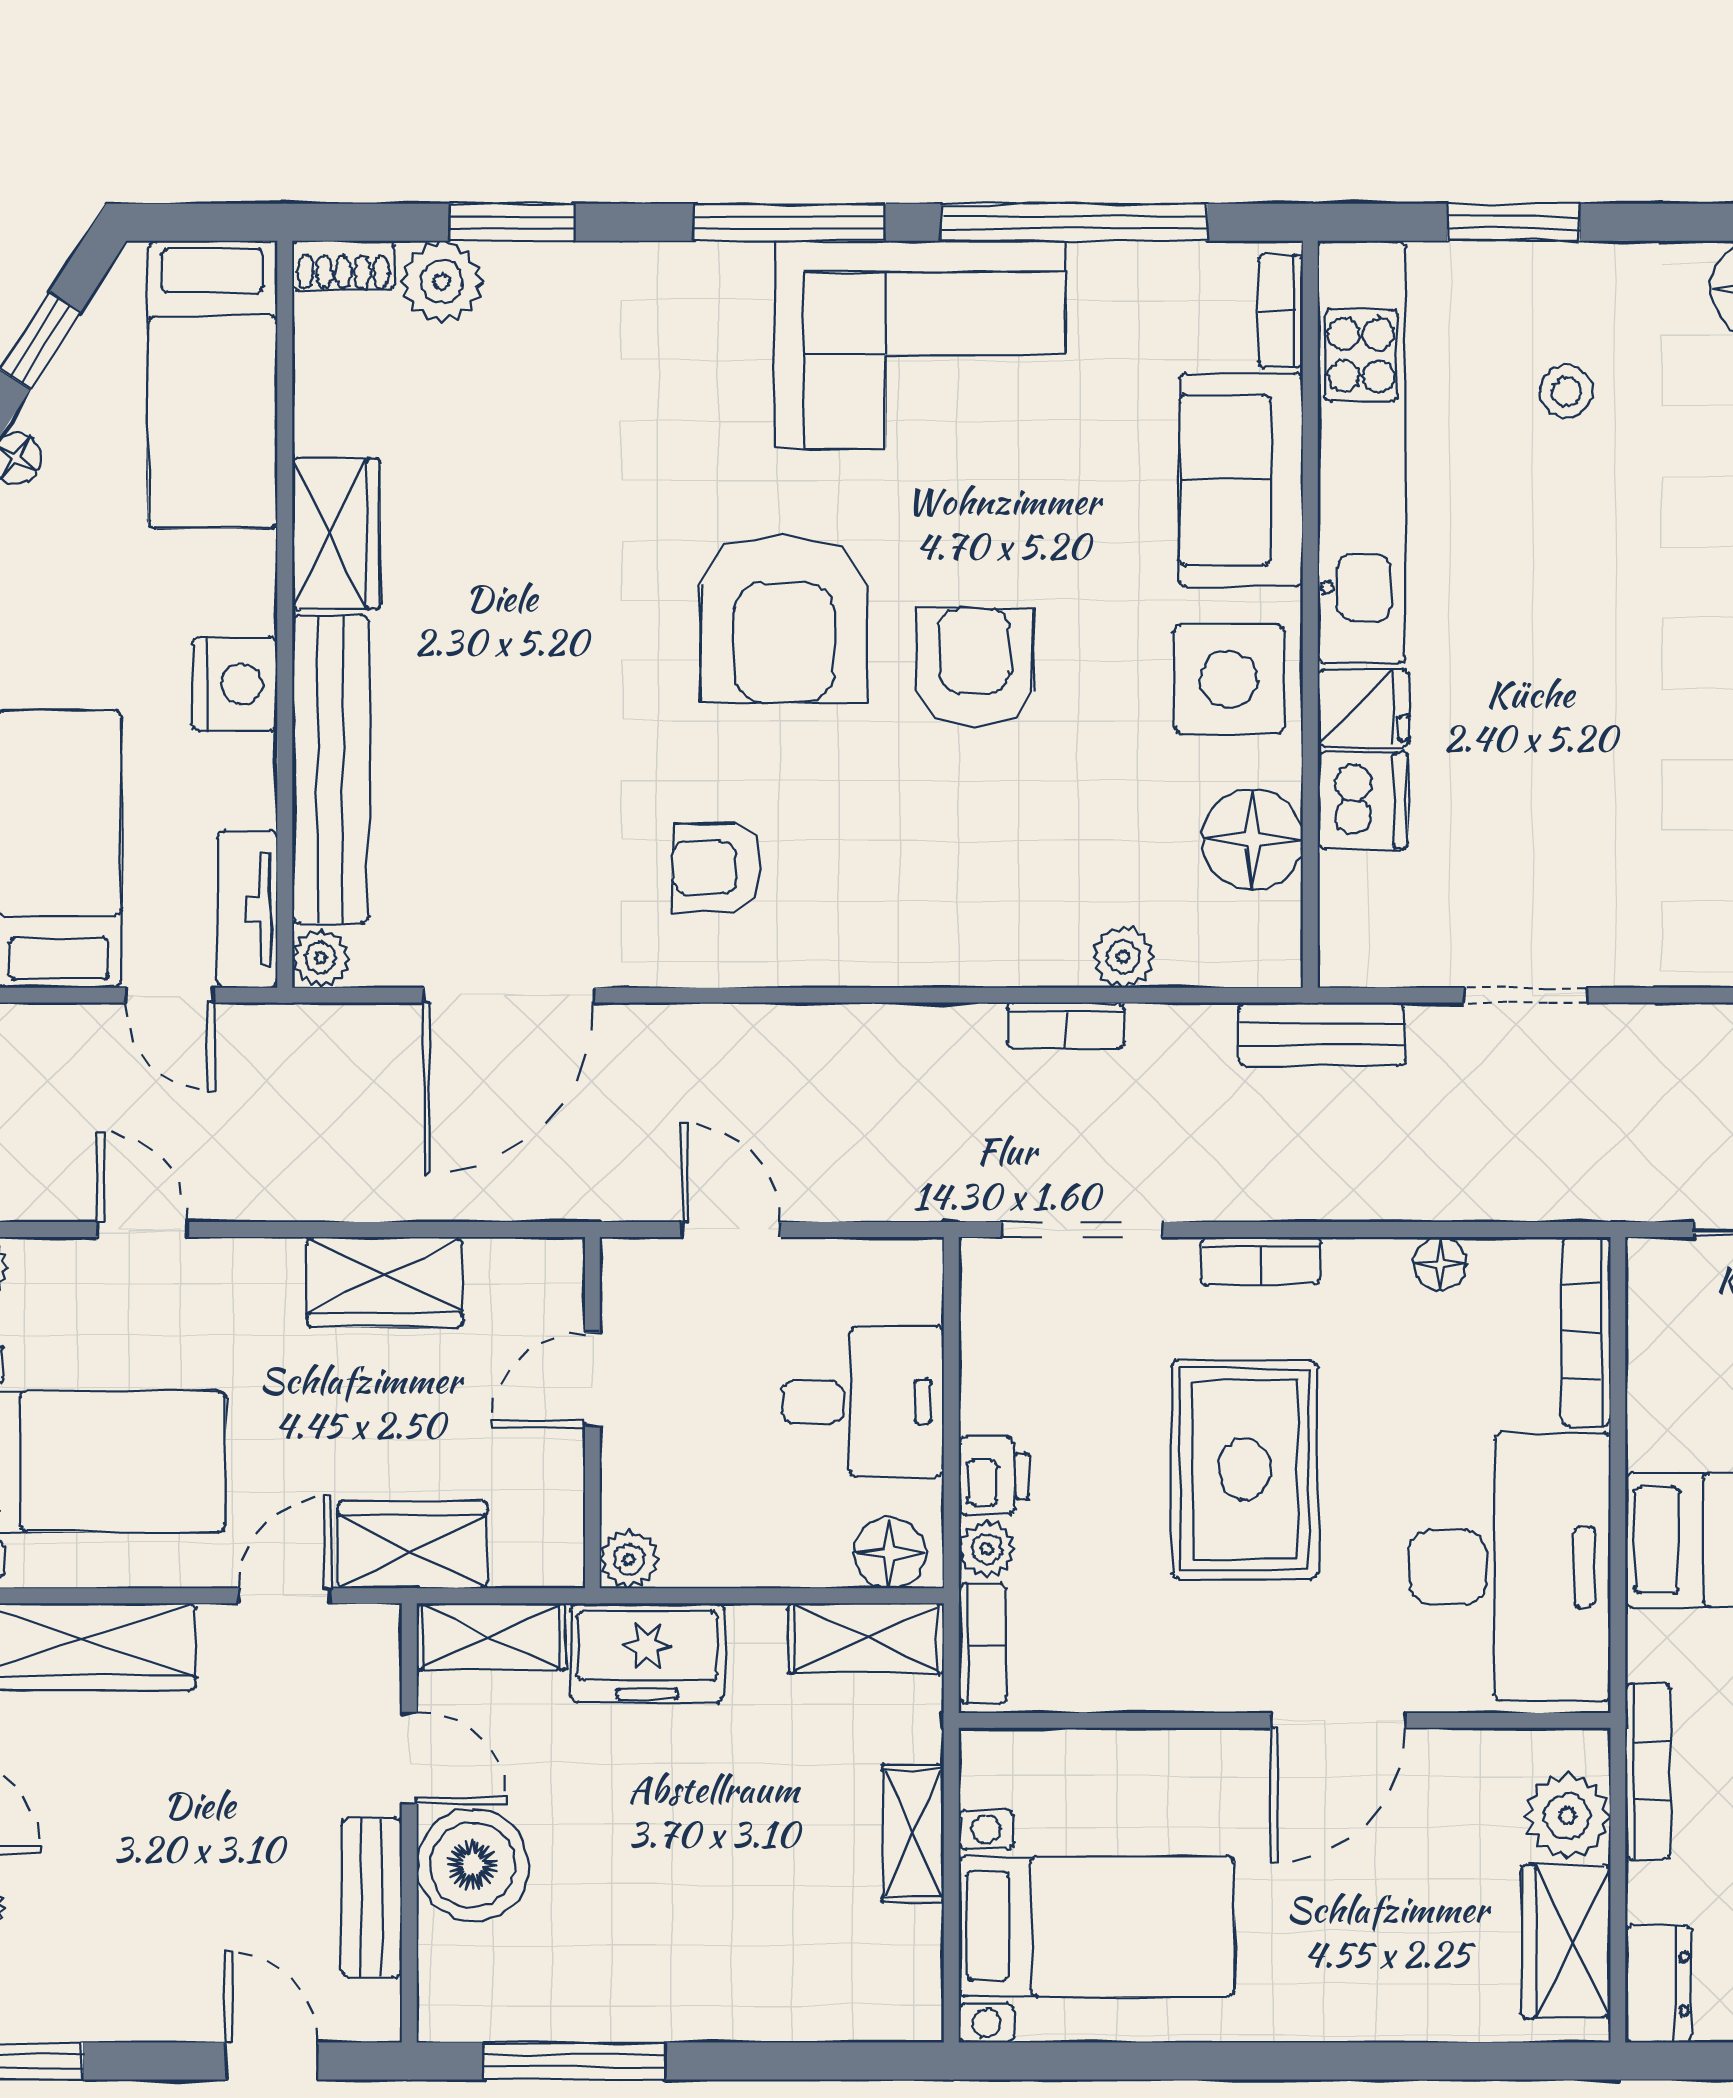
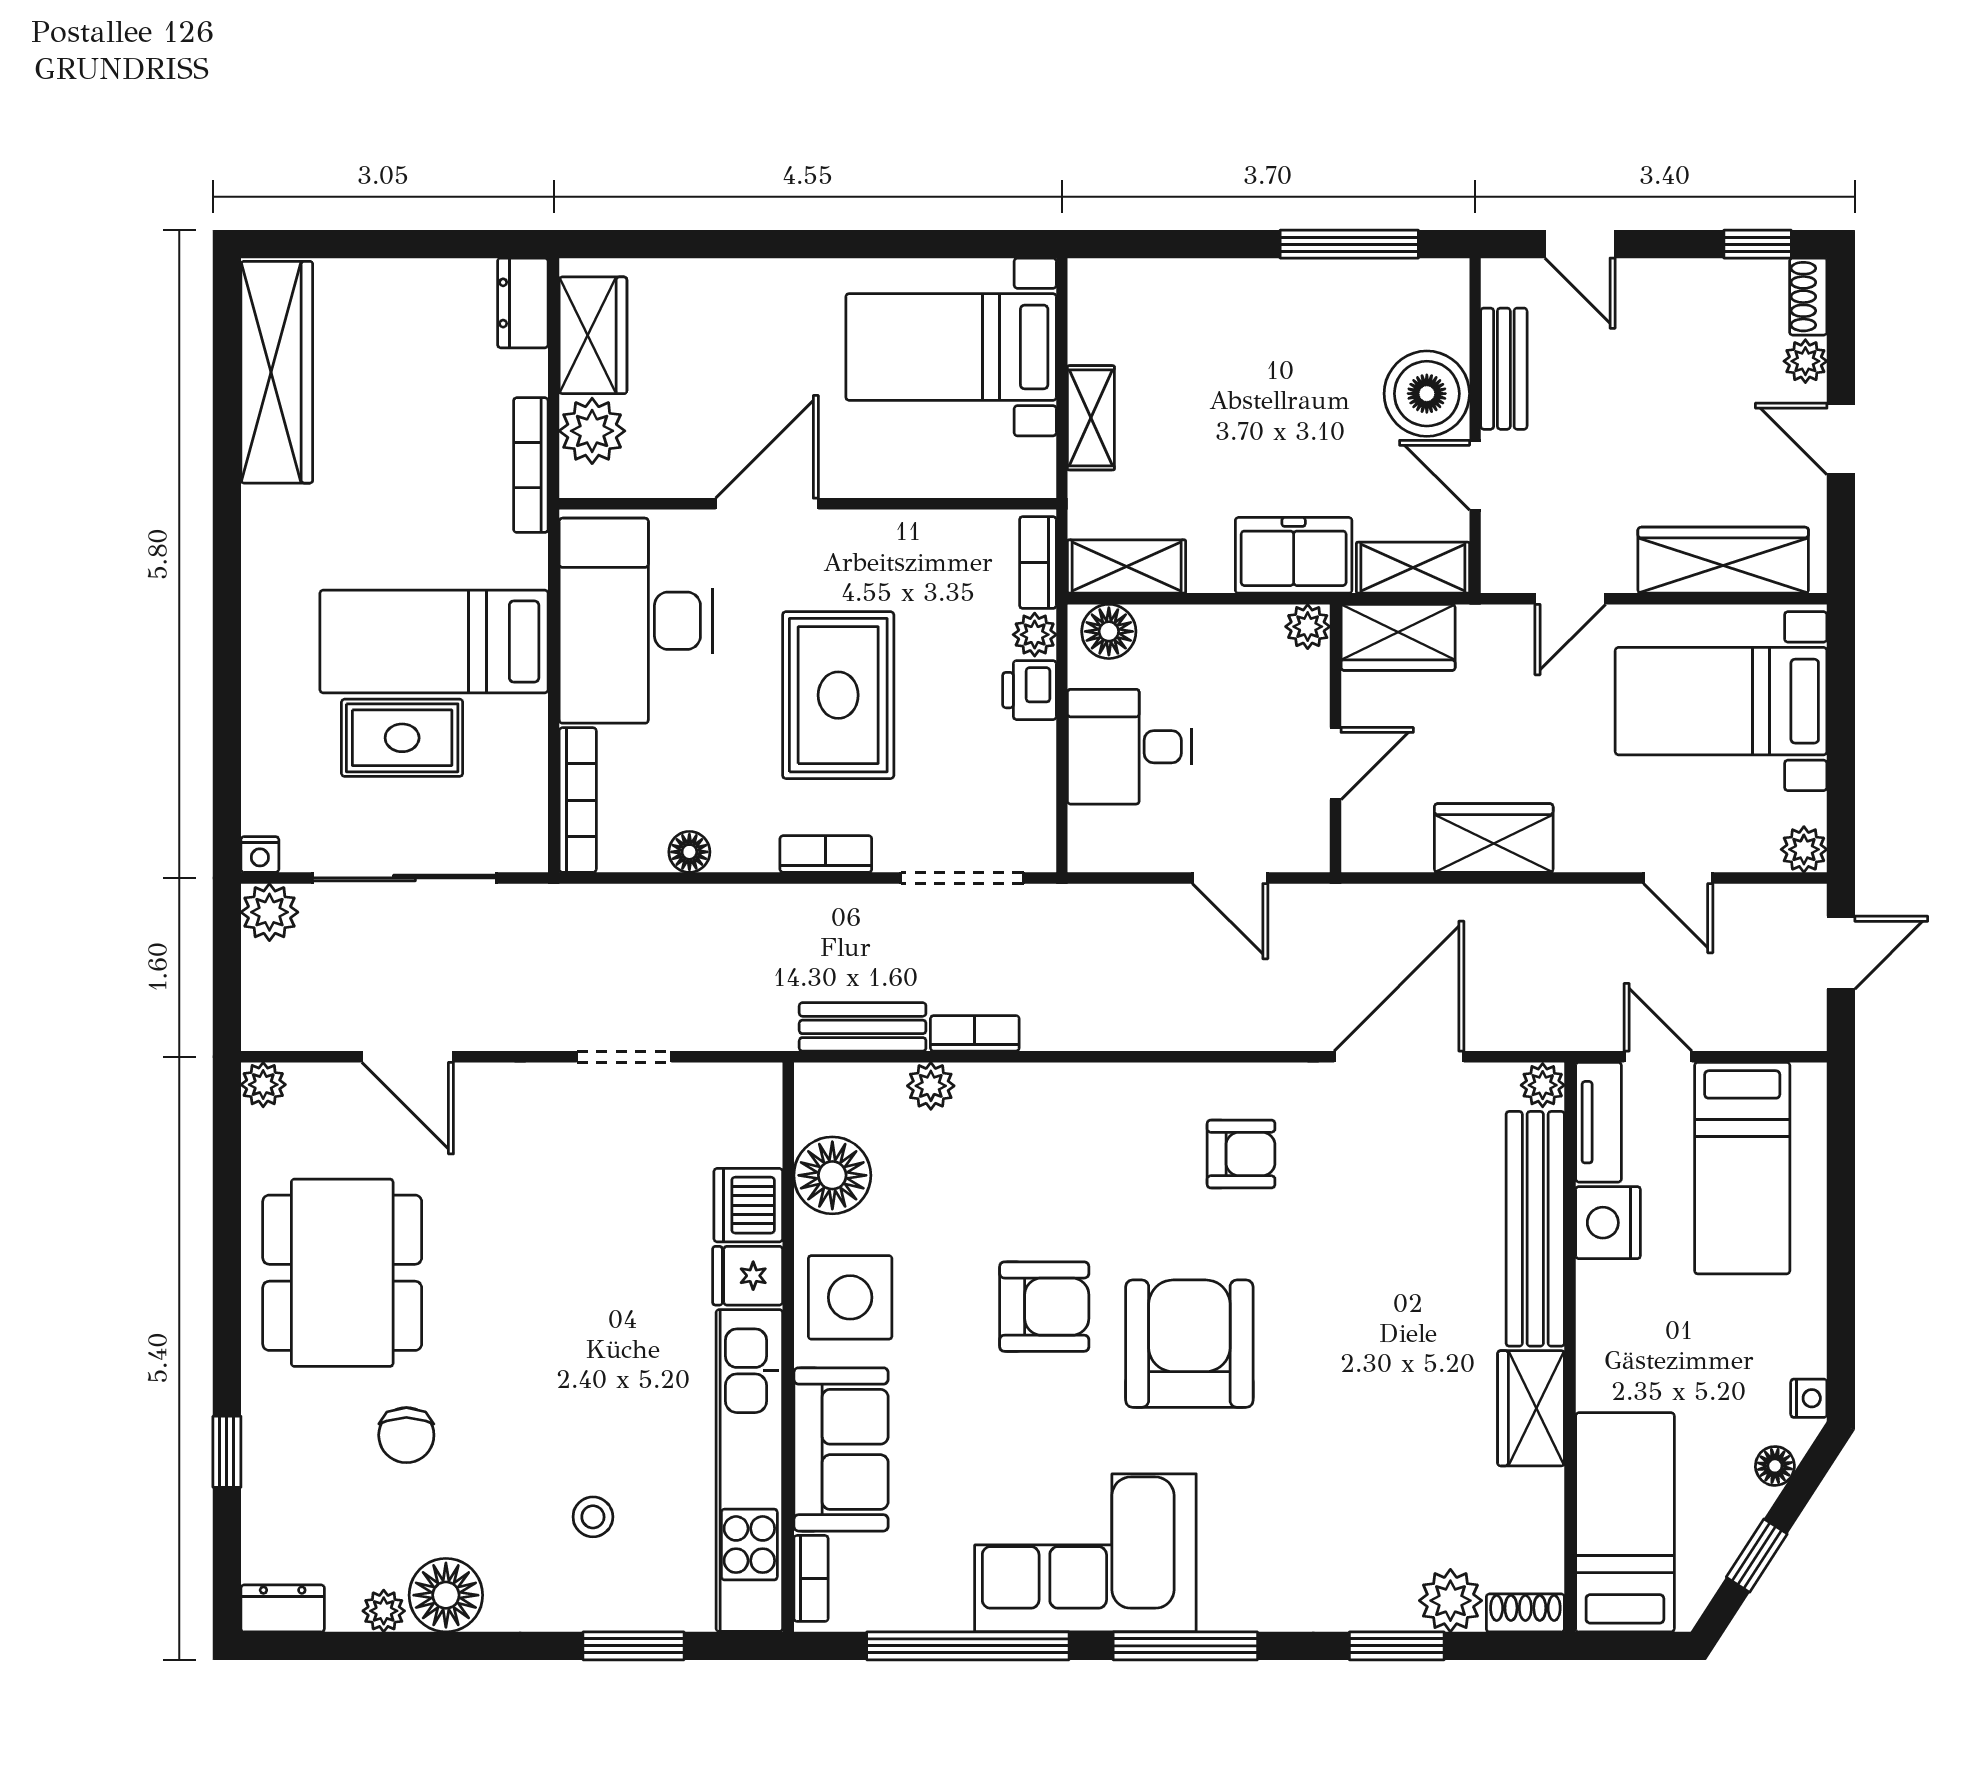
armchair: (974, 667) -> (1044, 1307), turned -90
nightstand: (235, 684) -> (1608, 1223), moved
bench: (1322, 1034) -> (863, 1027), moved
wardrobe: (412, 1545) -> (1398, 637), moved

